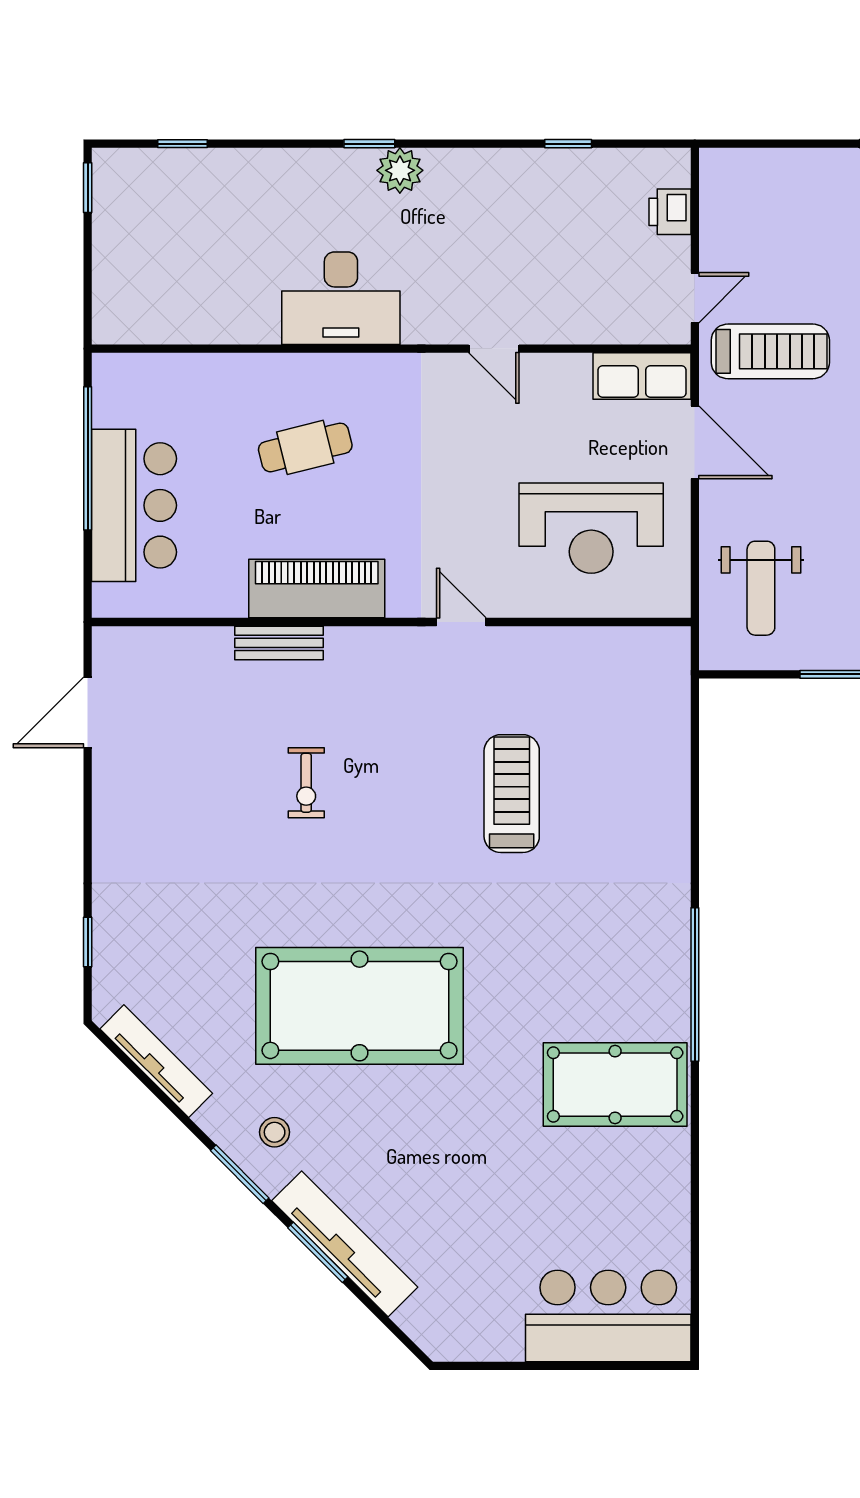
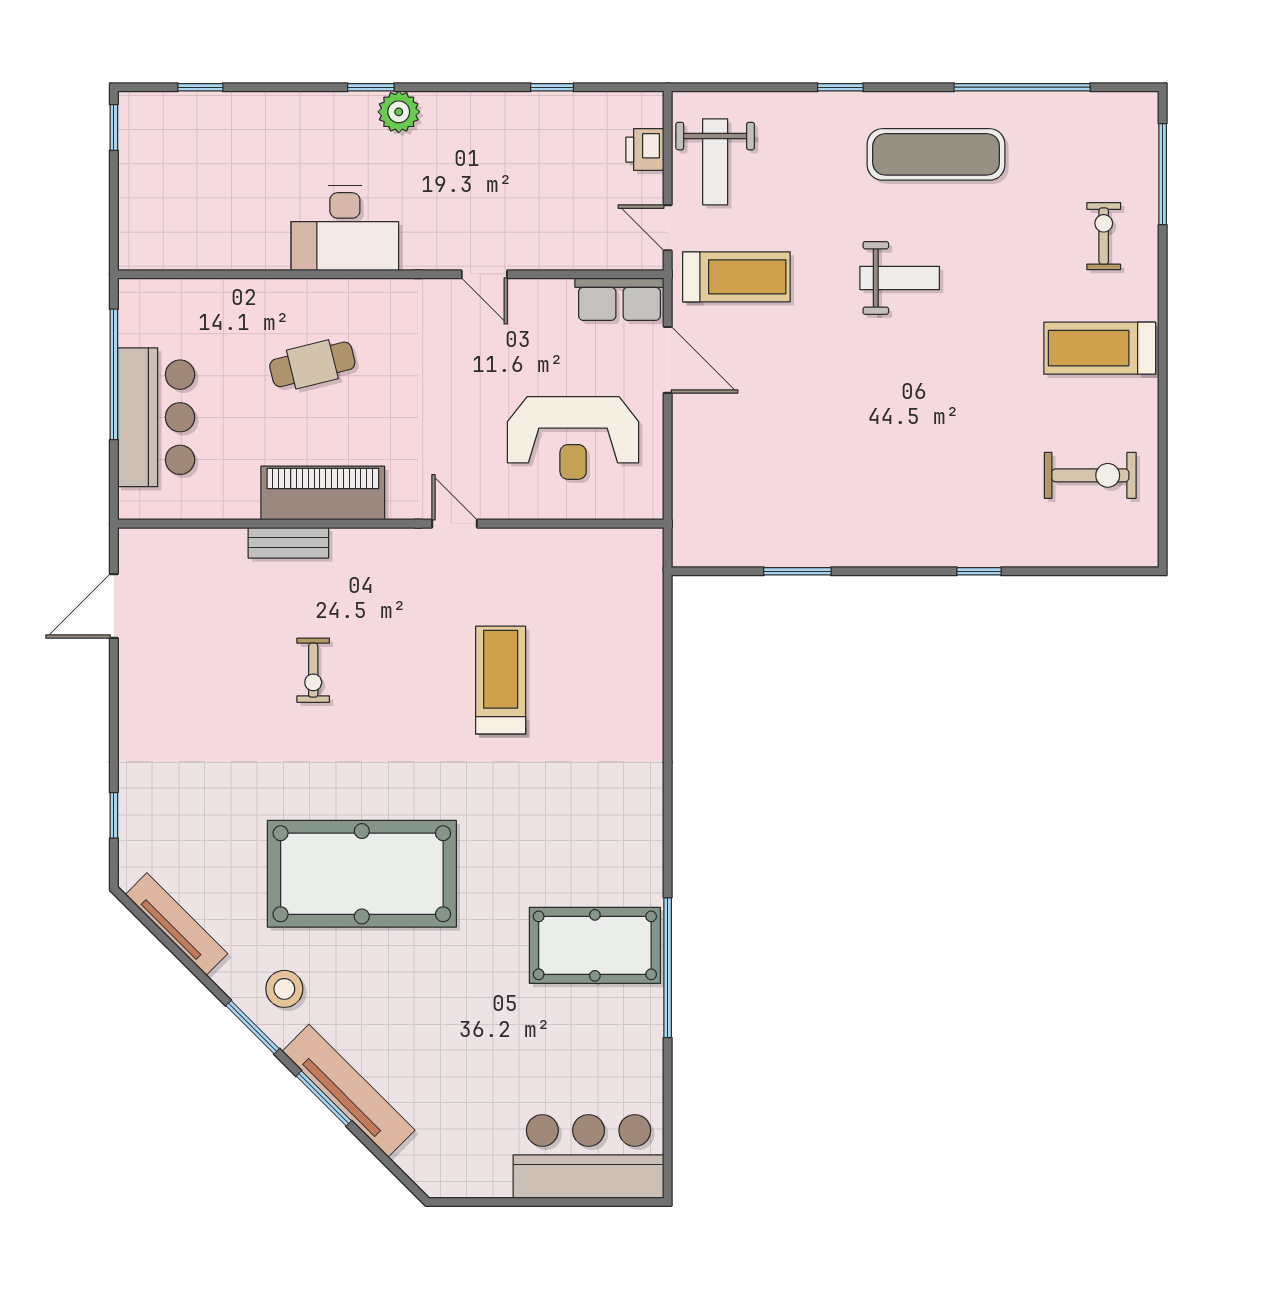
door: (695, 298) -> (668, 228), swing flipped
weight bench: (761, 588) -> (715, 162), moved
window: (695, 984) -> (668, 968), moved
stool: (275, 1132) -> (284, 989), width x1.37, depth x1.37

